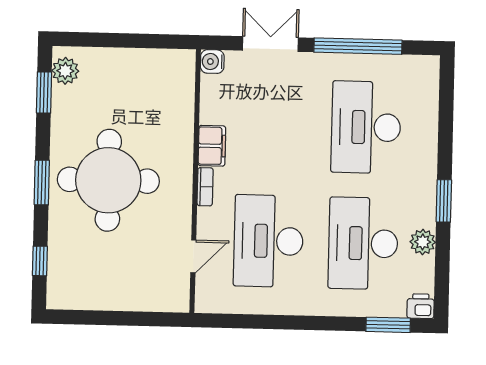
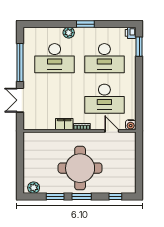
water cooler: (212, 62) -> (131, 125), moved
window: (44, 92) -> (55, 197), moved
plant: (423, 242) -> (69, 33), moved

